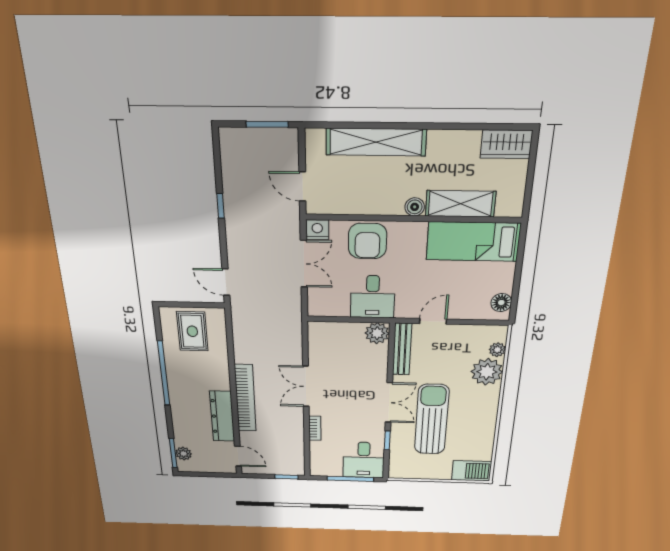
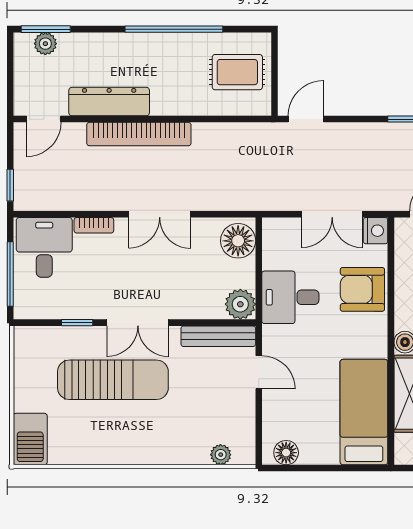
floor lamp: (326, 334) -> (238, 241), added
plant: (487, 372) -> (188, 445), removed
double door: (306, 386) -> (160, 214), swing flipped
desk: (364, 460) -> (44, 247), moved, turned 90

